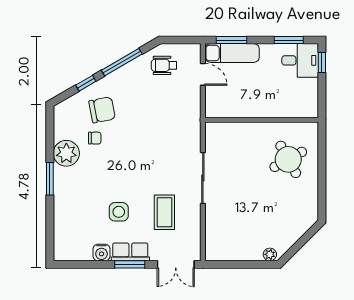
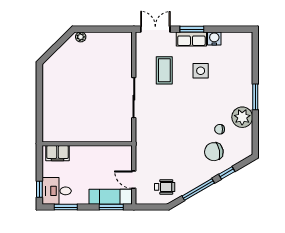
filing cabinet: (299, 108) -> (58, 153), added
round table: (288, 159) -> (66, 112), removed

